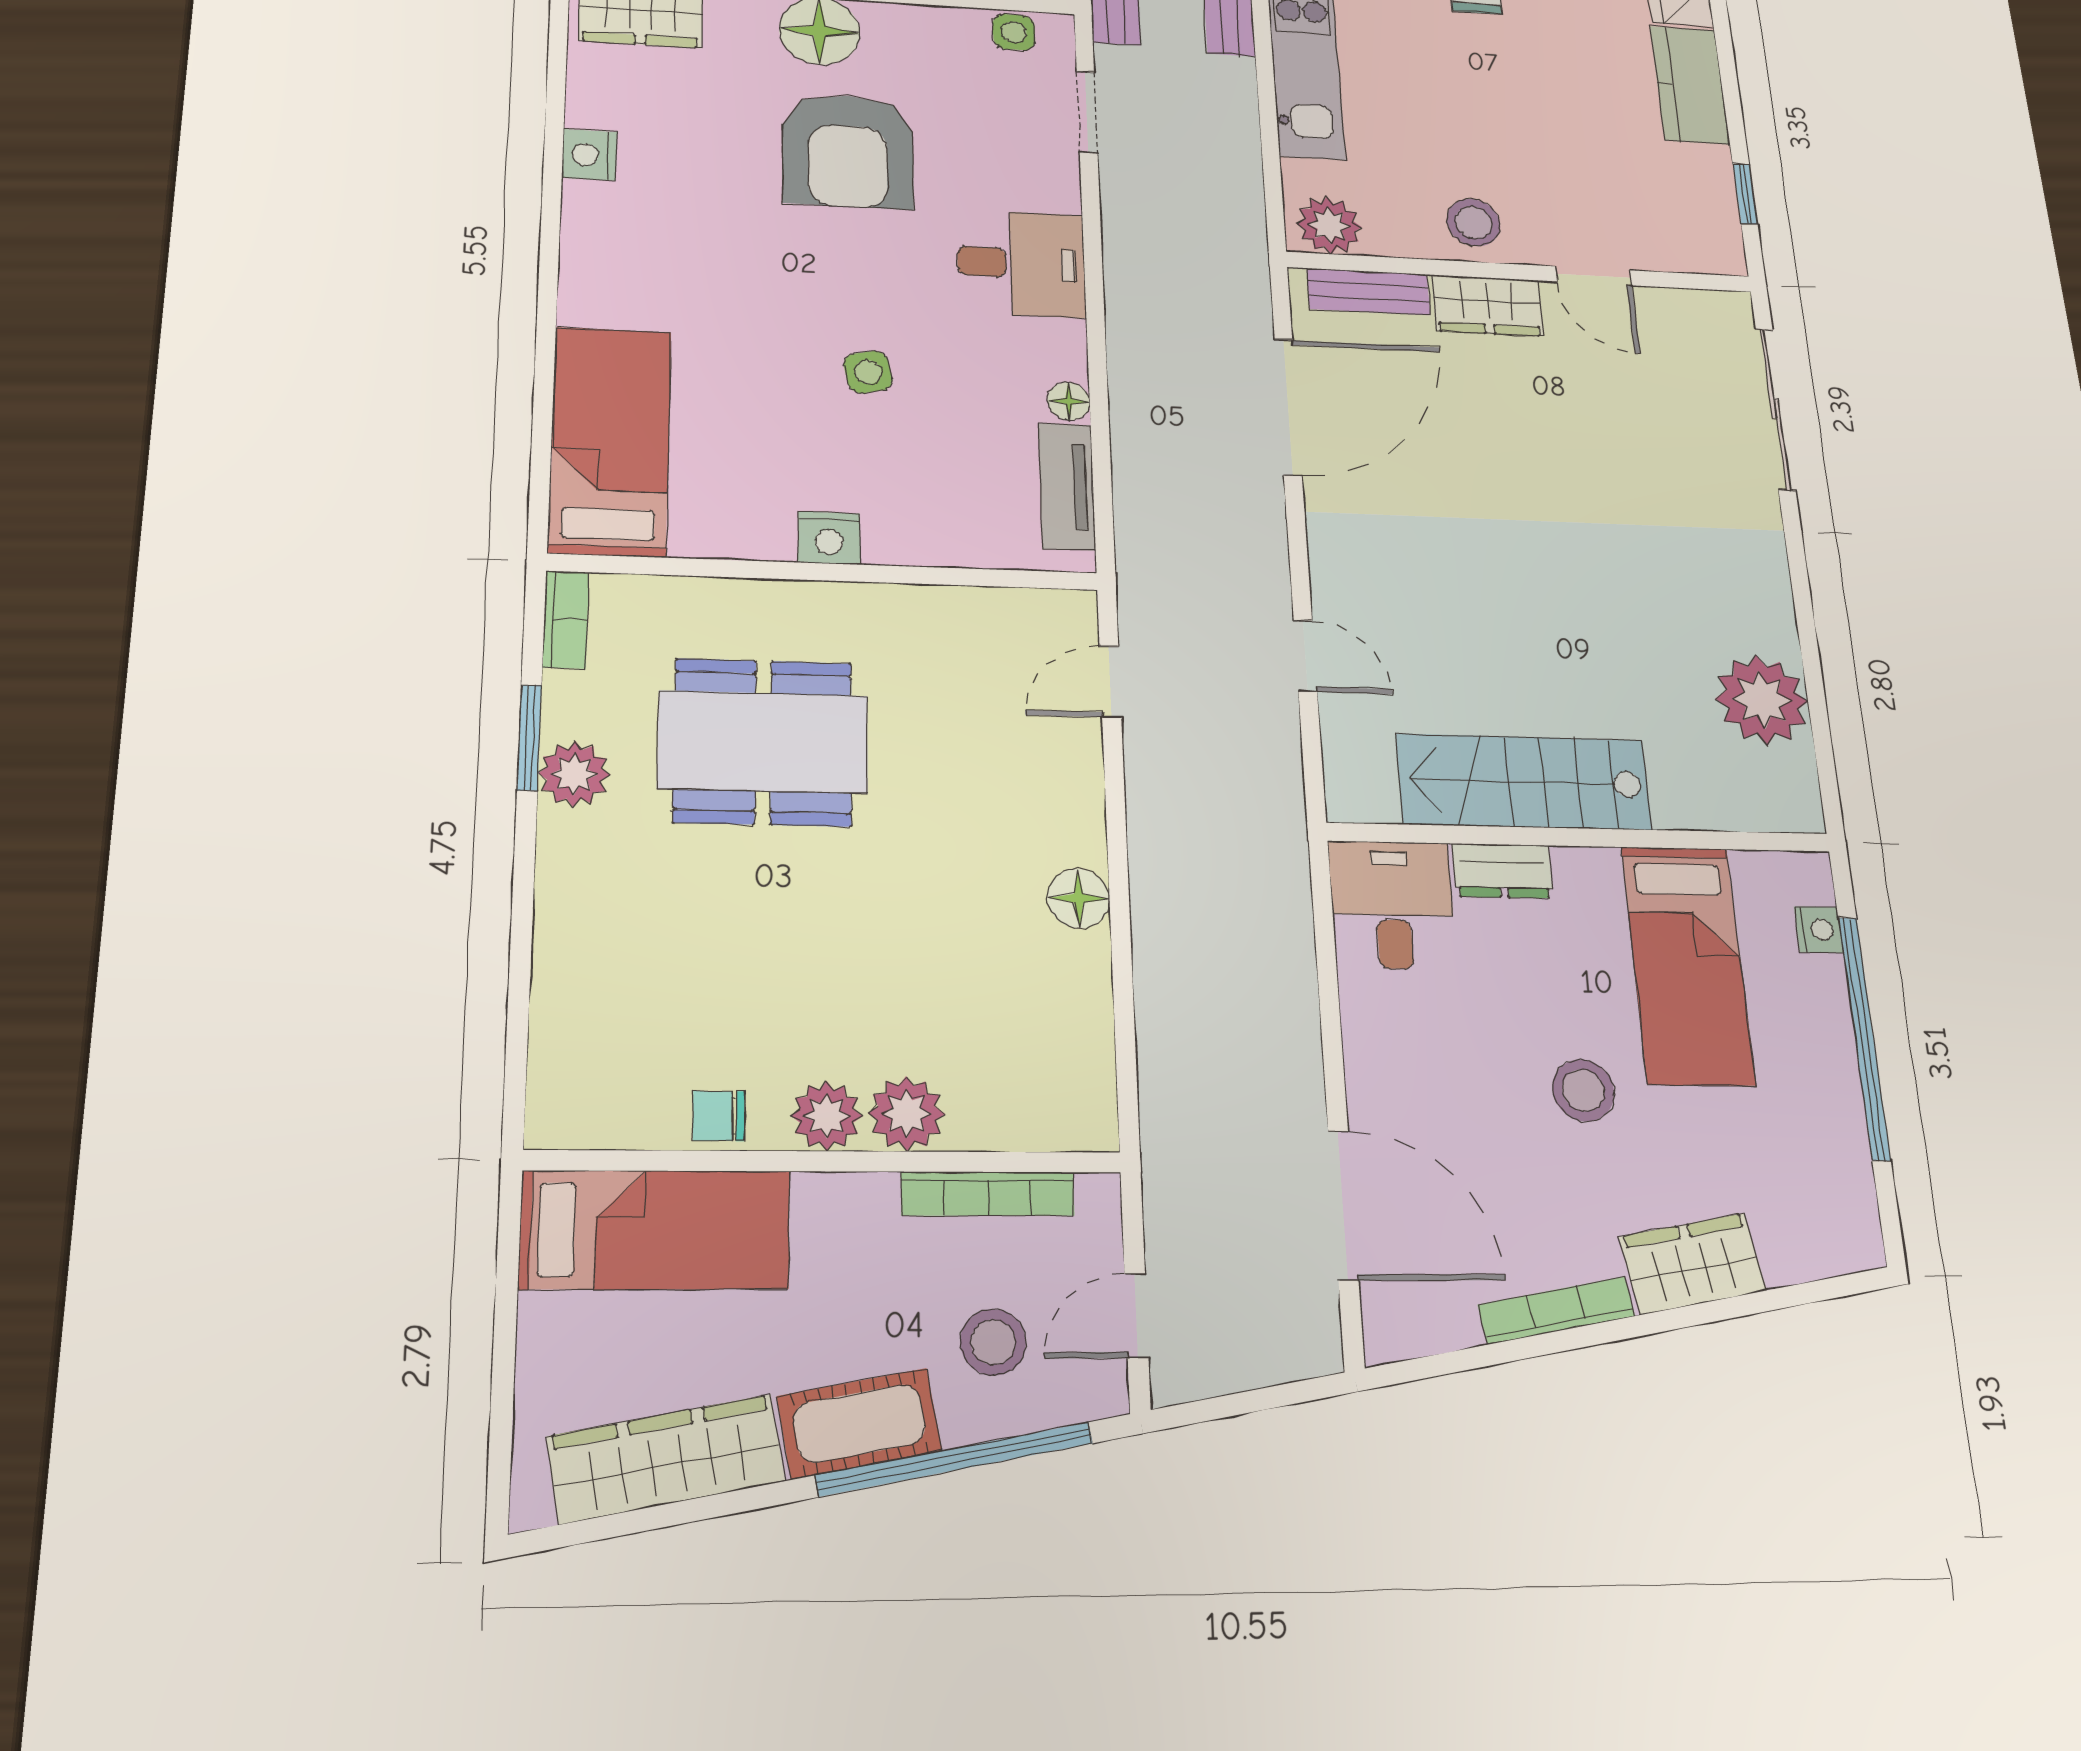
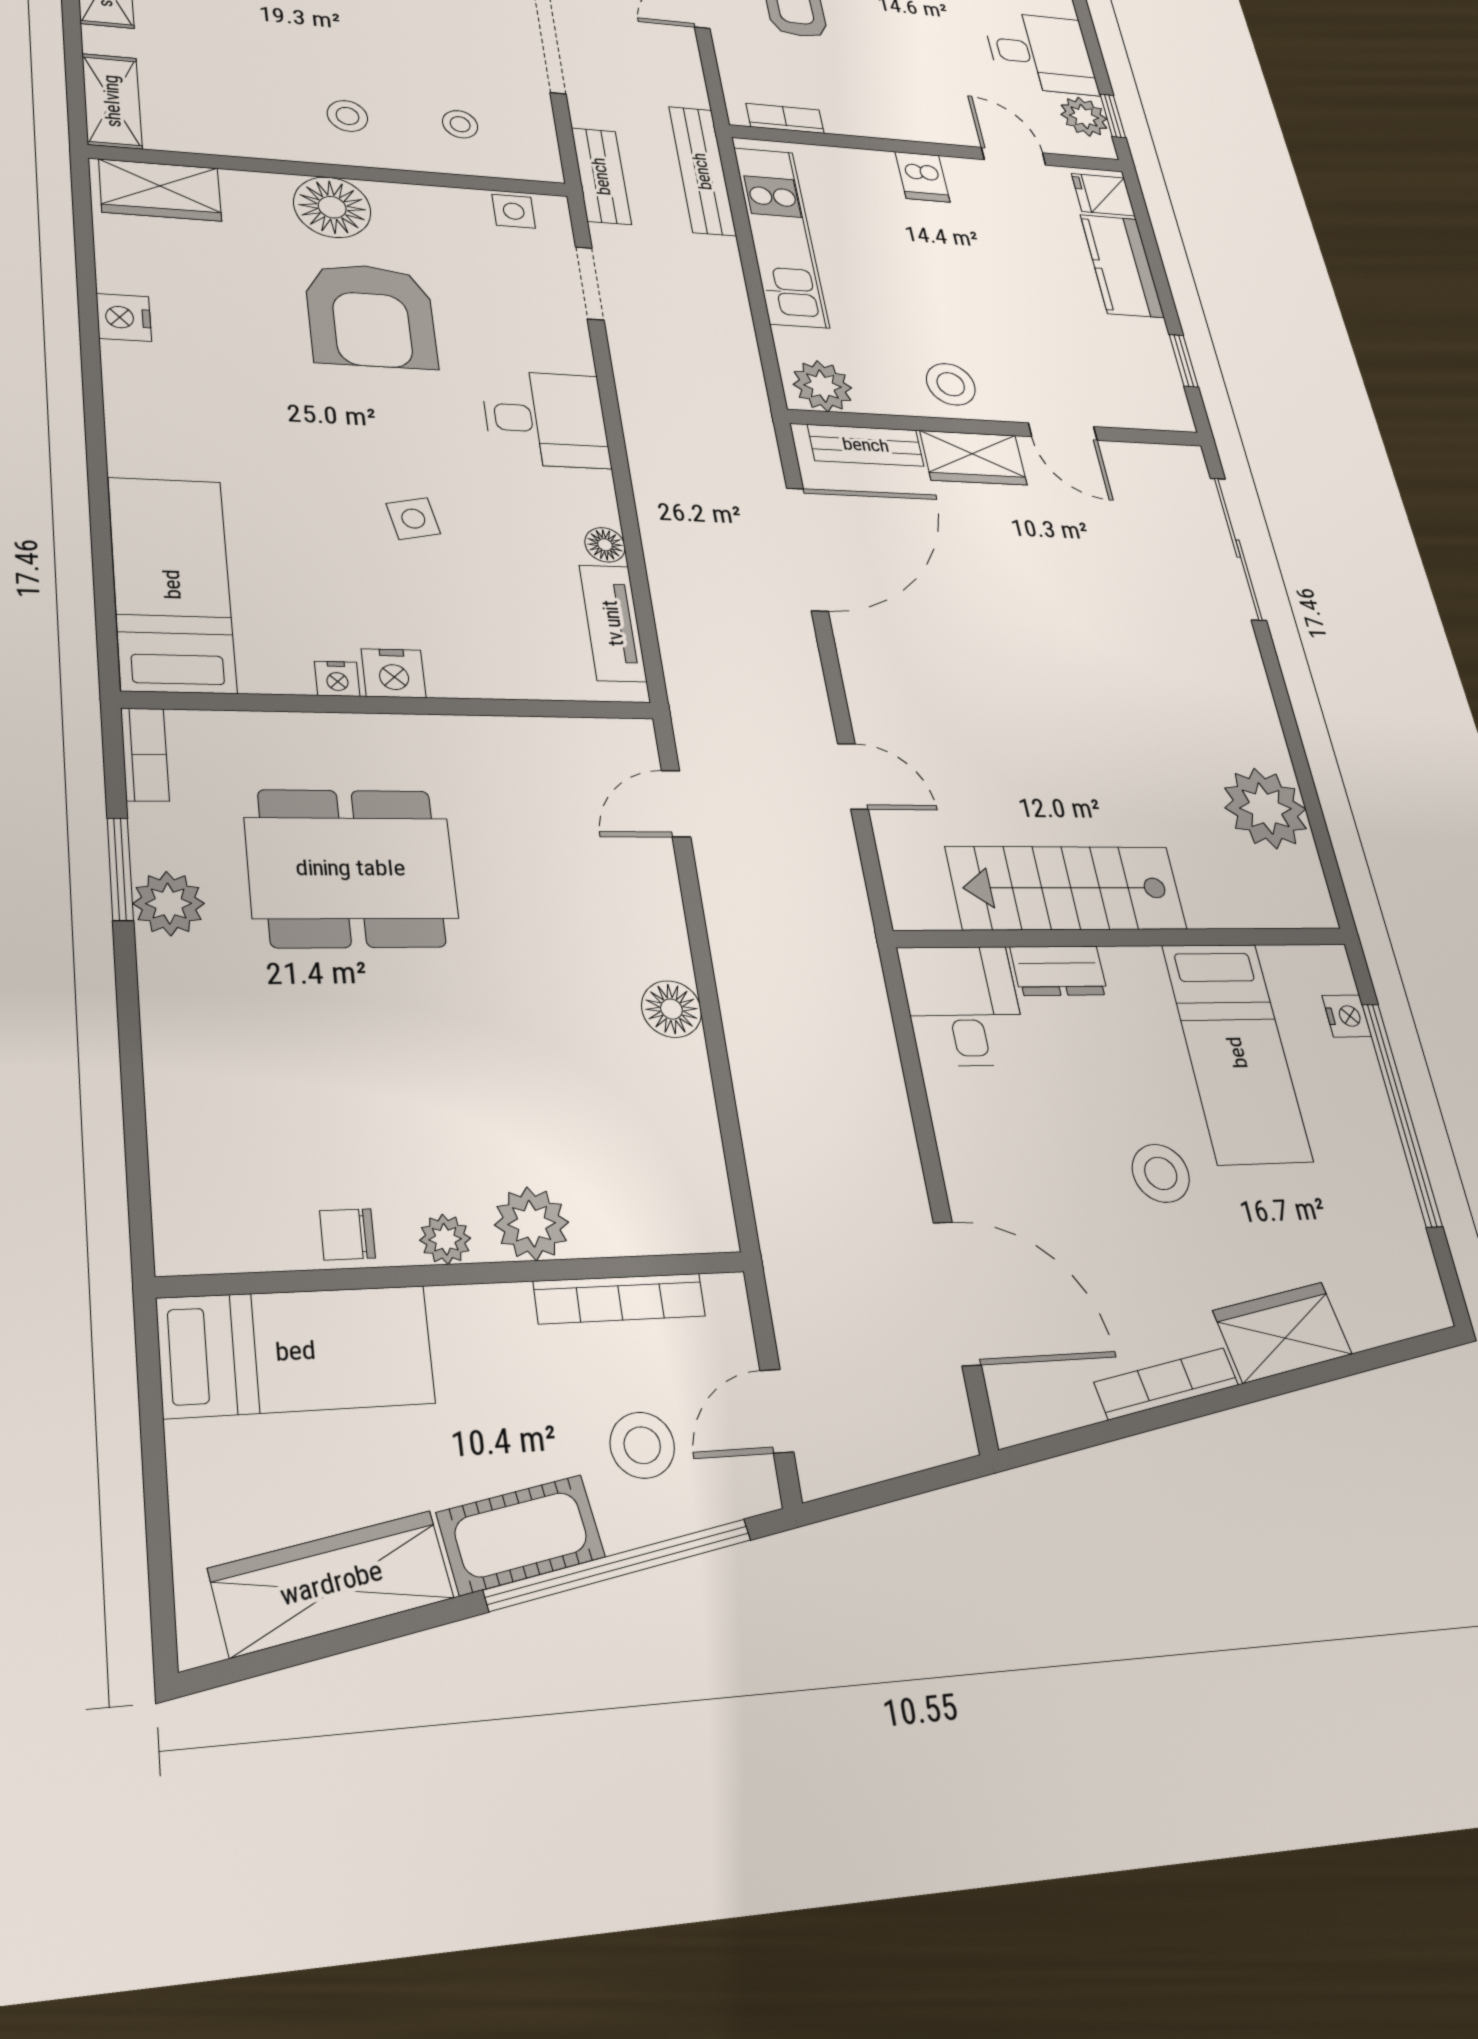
nightstand: (770, 543) -> (337, 679), added
plant: (827, 1116) -> (445, 1239), width x0.73, depth x0.73

